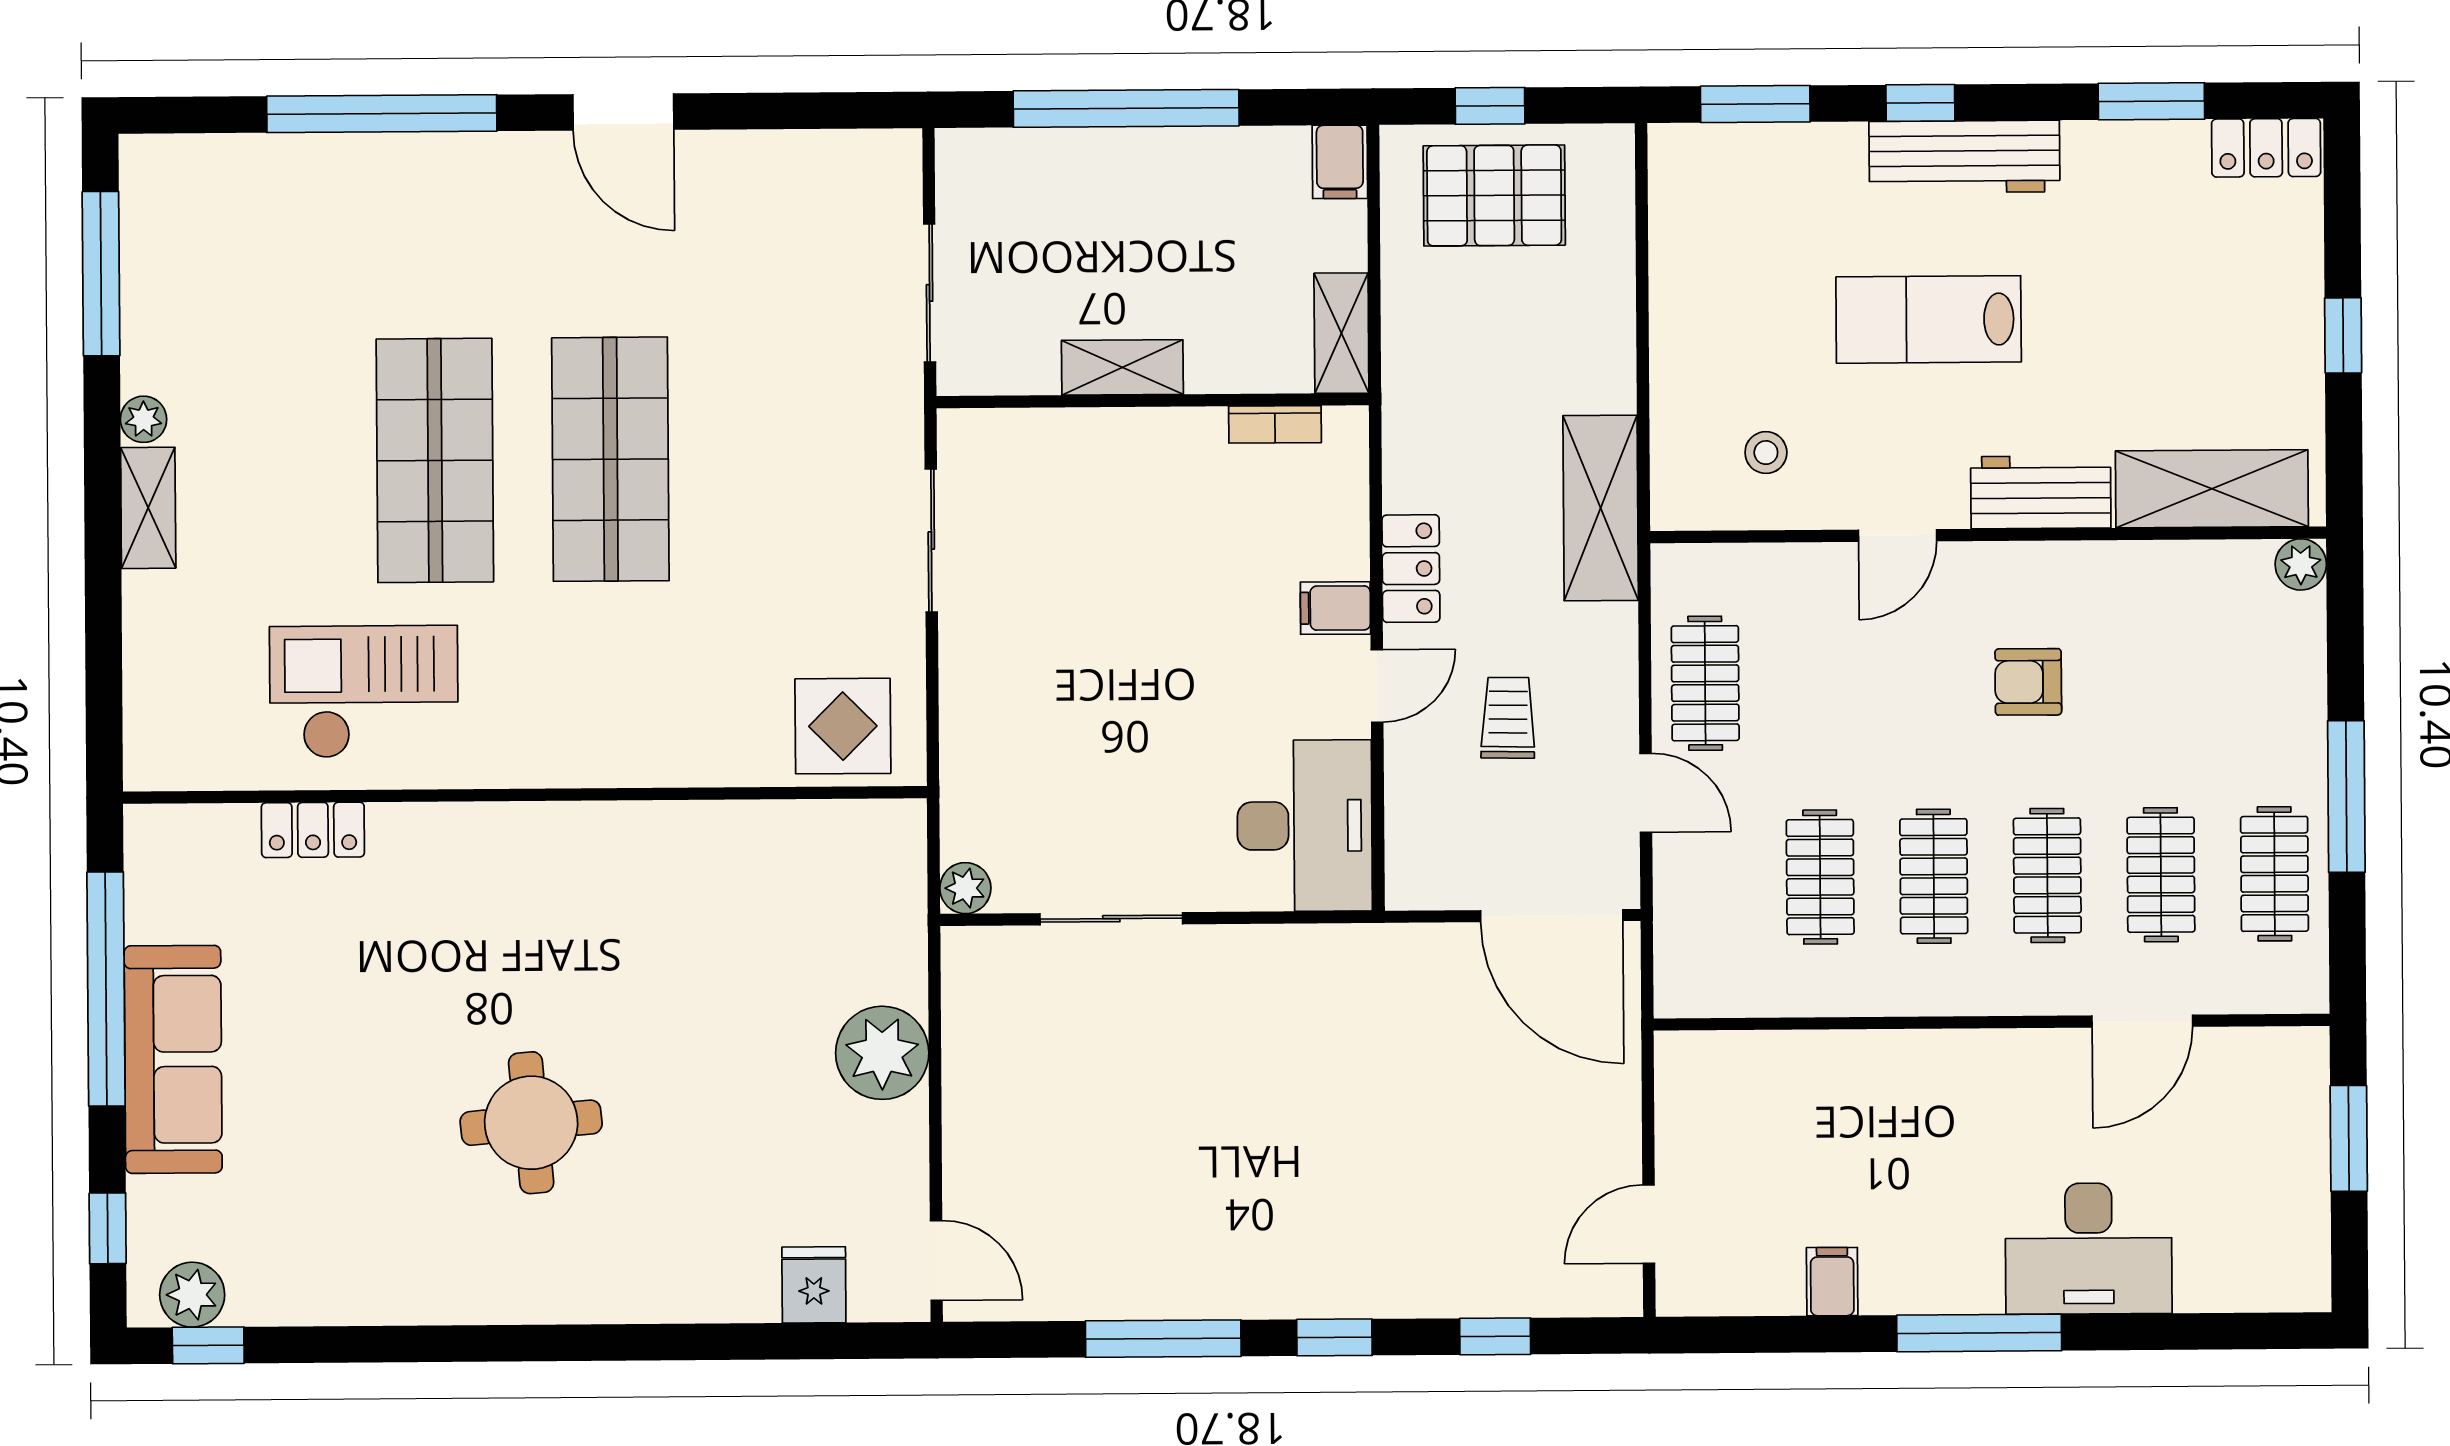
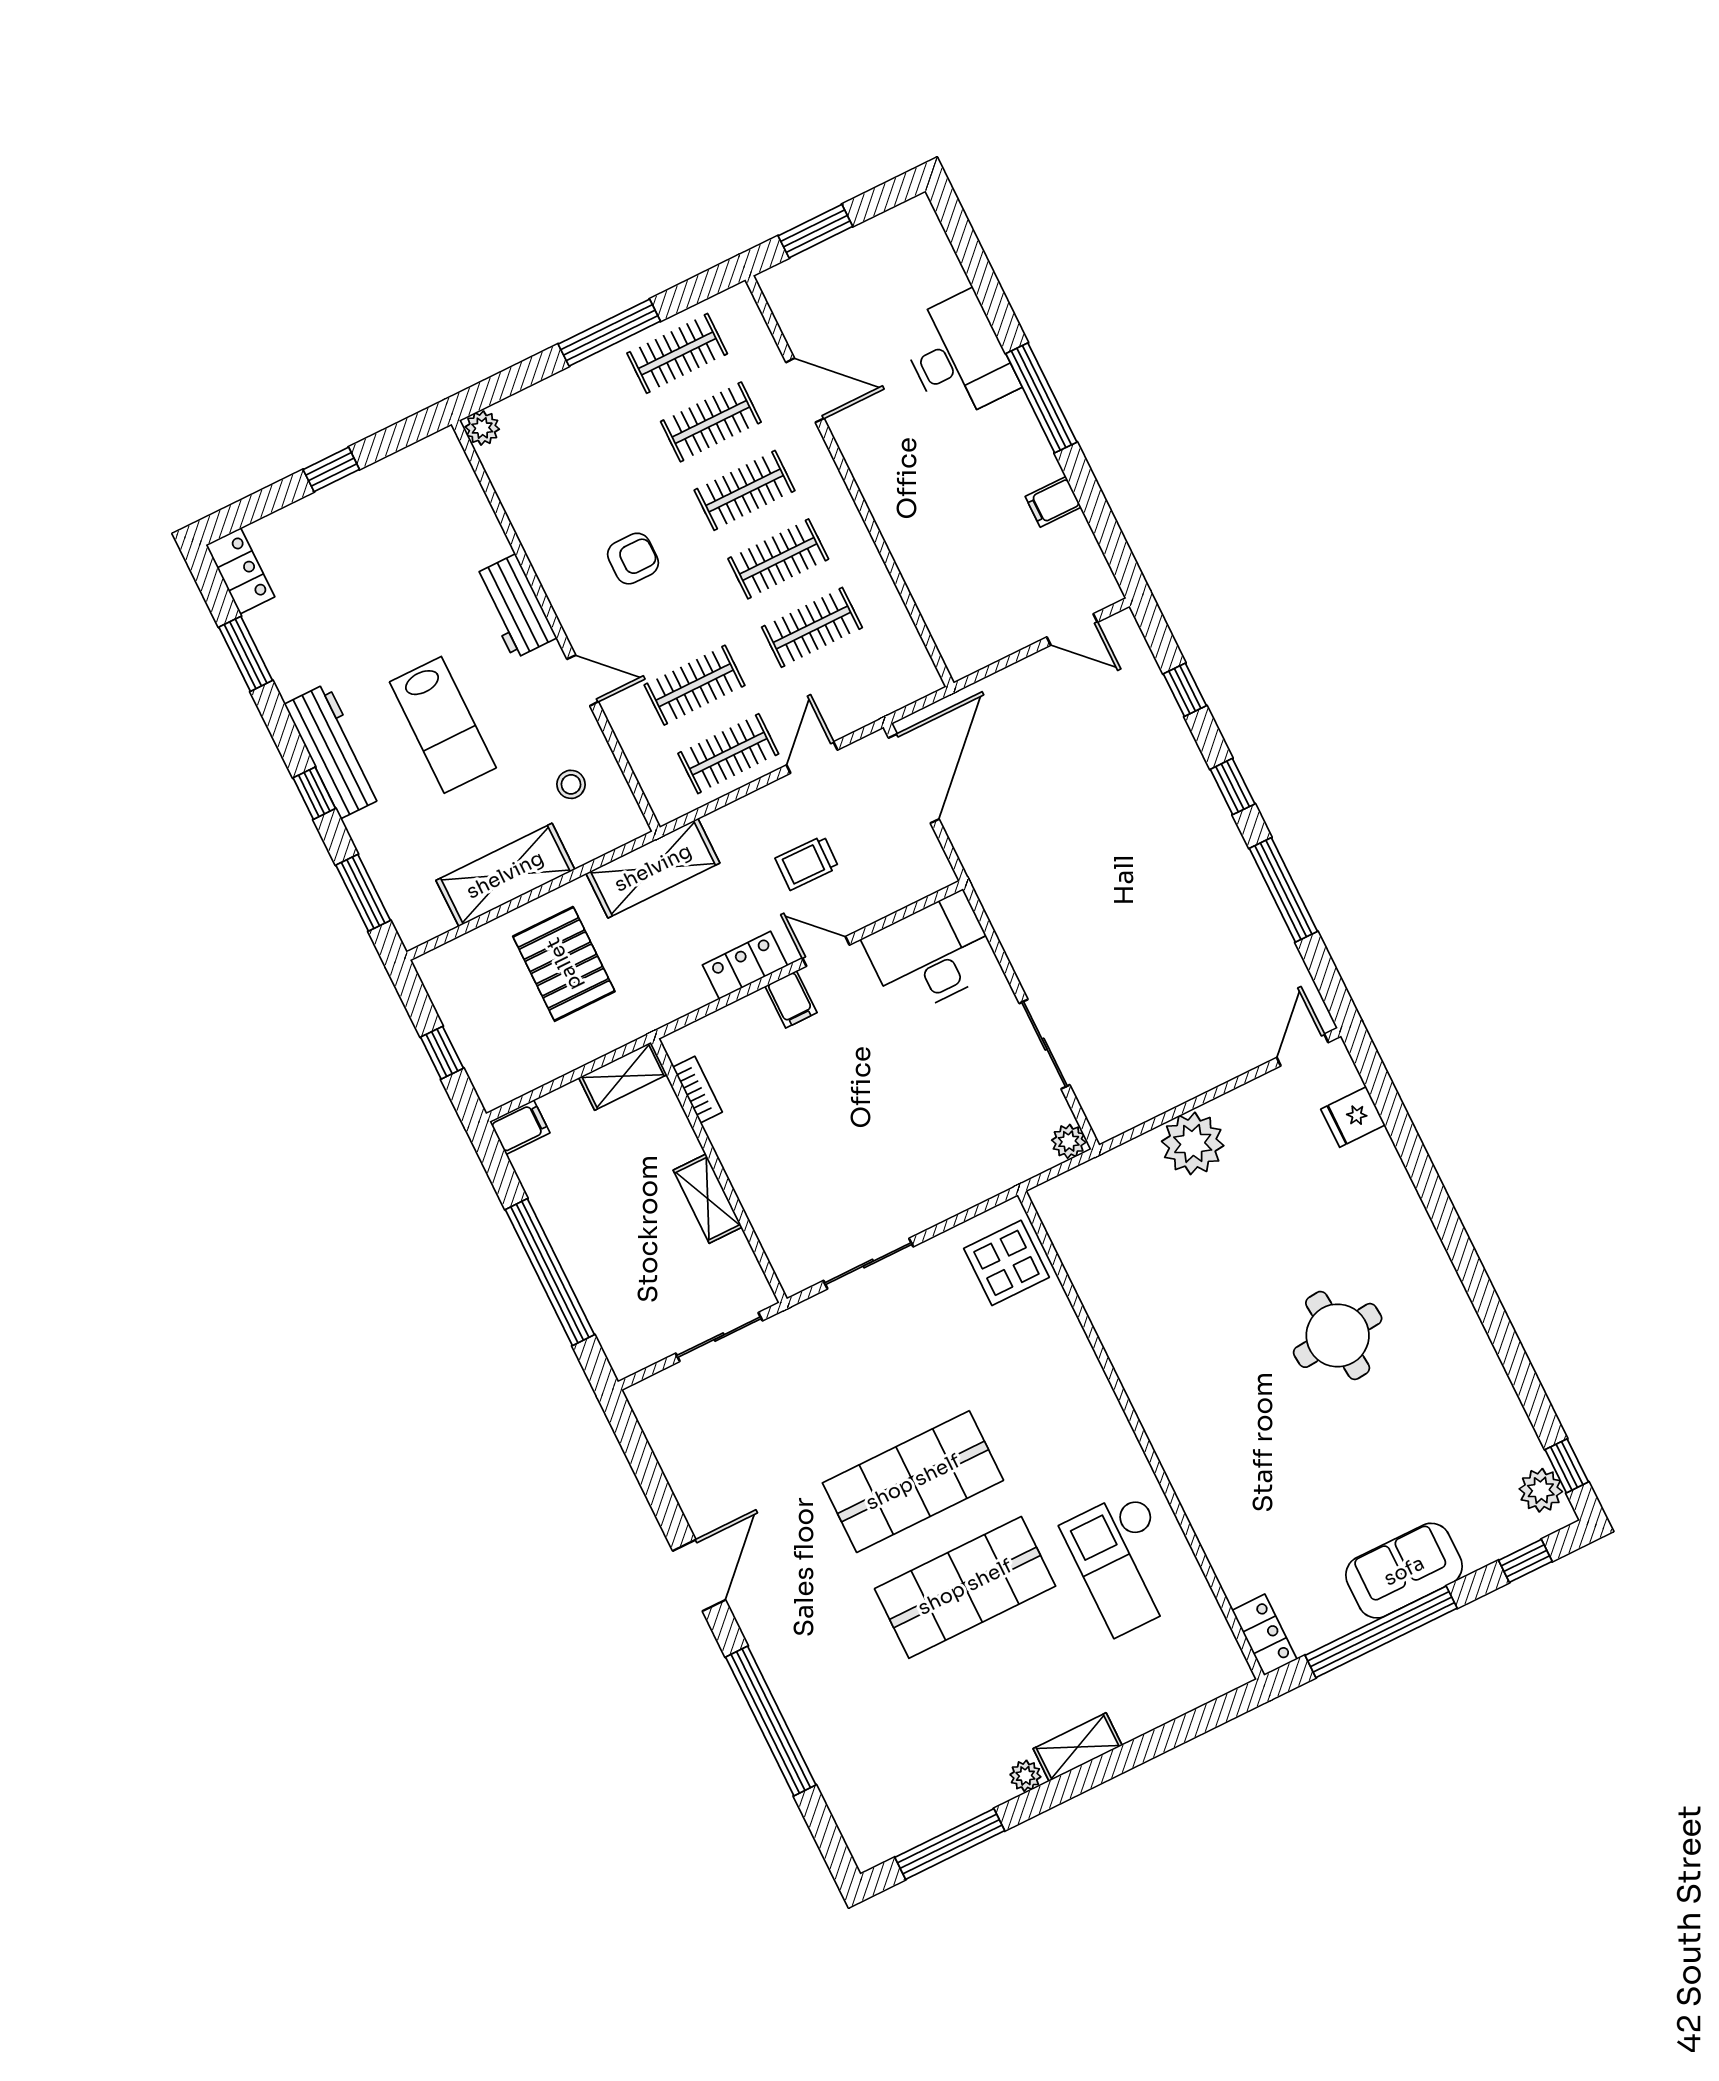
pallet: (1494, 195) -> (564, 964), moved
shelving: (2212, 489) -> (505, 875), moved, turned 90
clothes rail: (1819, 682) -> (695, 685), added
armchair: (2028, 682) -> (633, 559), turned -90
locker: (313, 830) -> (1264, 1635), moved
sofa: (173, 1059) -> (1404, 1571), width x0.73

